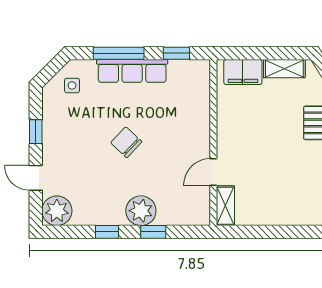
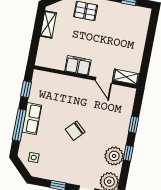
row of seats: (132, 71) -> (32, 119), width x0.68
filing cabinet: (243, 72) -> (78, 65), moved, turned -90
plant: (141, 211) -> (114, 156), moved

